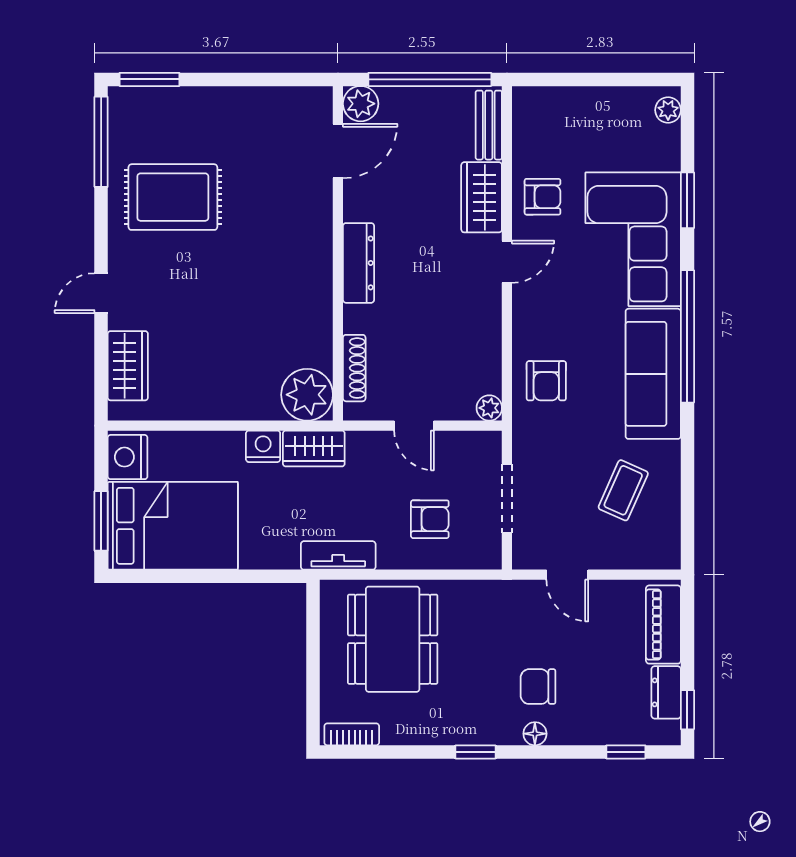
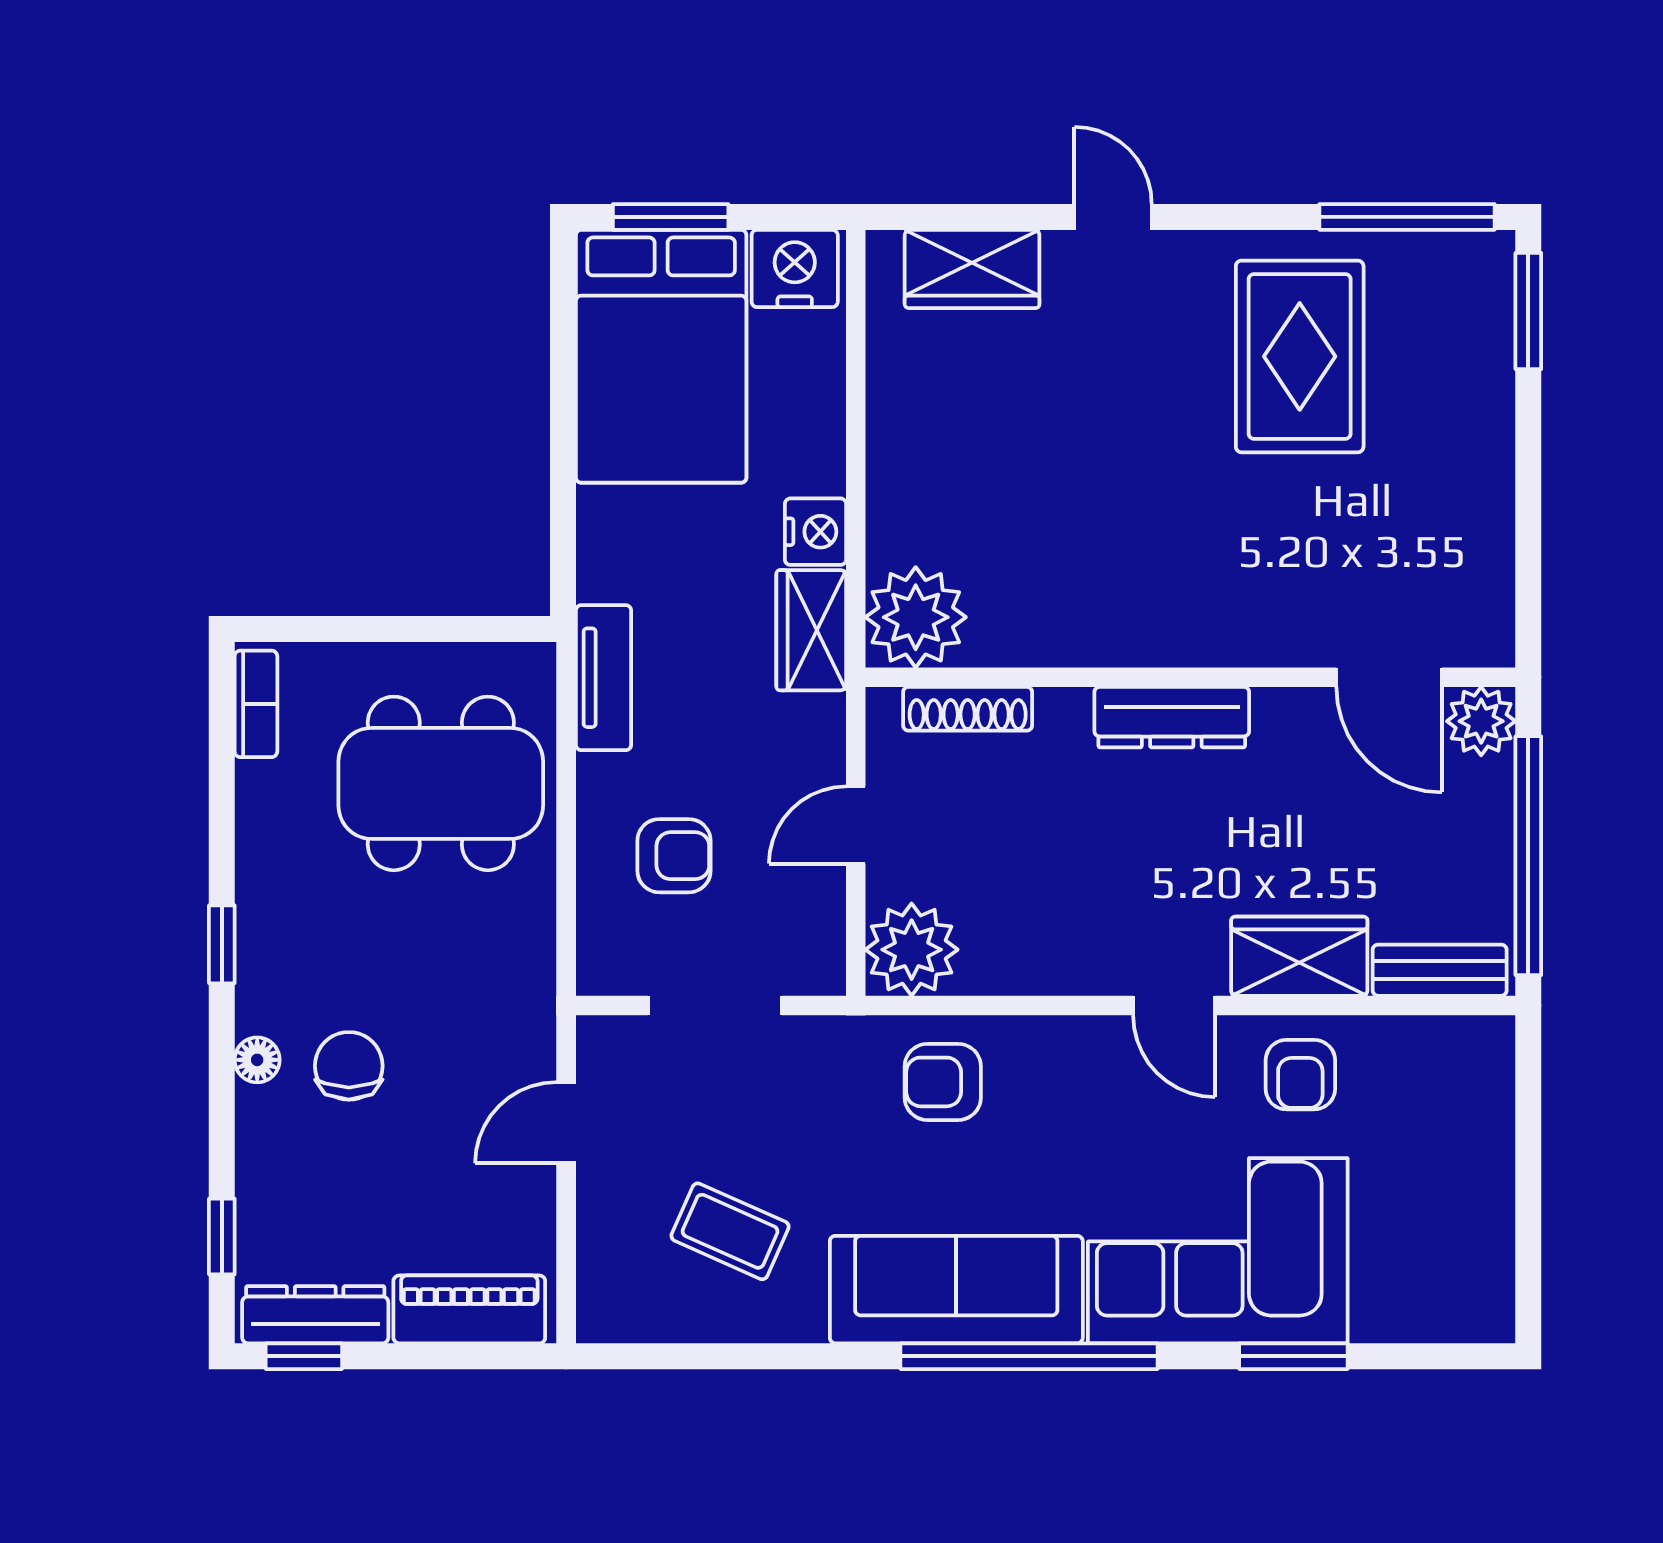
plant: (668, 110) -> (1469, 1318), removed
plant: (489, 408) -> (912, 950), width x1.87, depth x1.87
armchair: (430, 519) -> (674, 856), turned -90
dresser: (666, 692) -> (315, 1315), width x1.44

